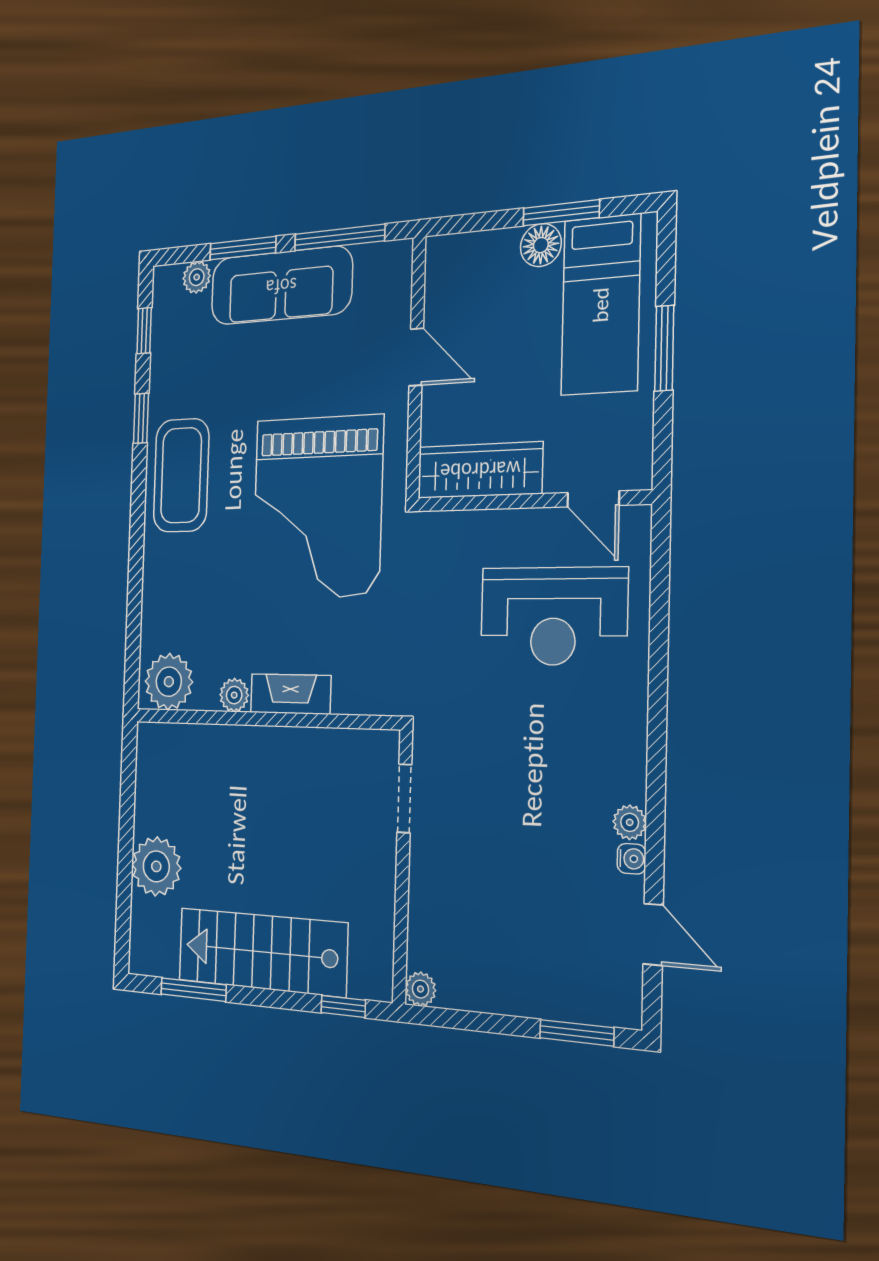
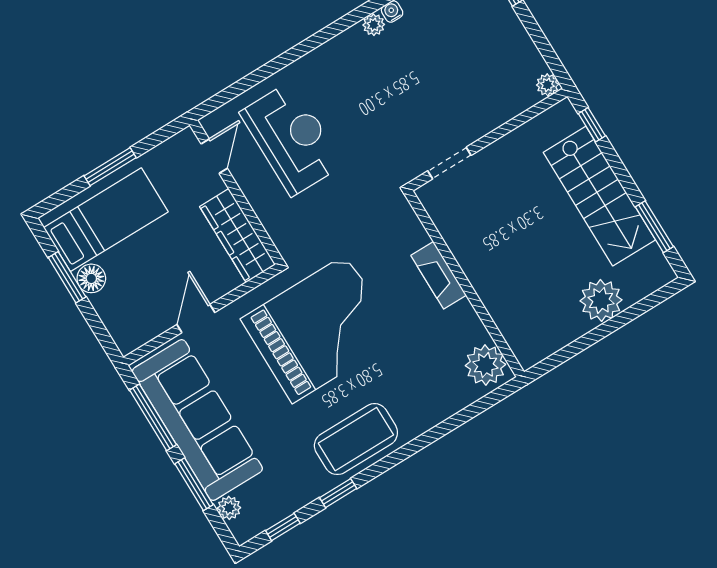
sofa: (281, 286) -> (197, 420), width x1.36, depth x1.27
plant: (234, 695) -> (464, 313), removed

